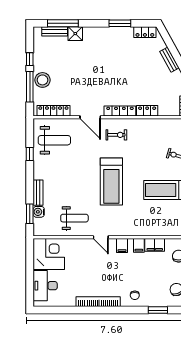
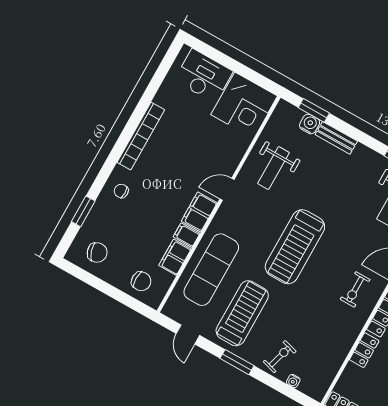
treadmill: (111, 182) -> (295, 247), turned -90
exercise mat: (150, 221) -> (211, 270), added
filing cabinet: (122, 246) -> (199, 212), width x2.00

